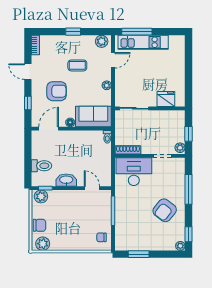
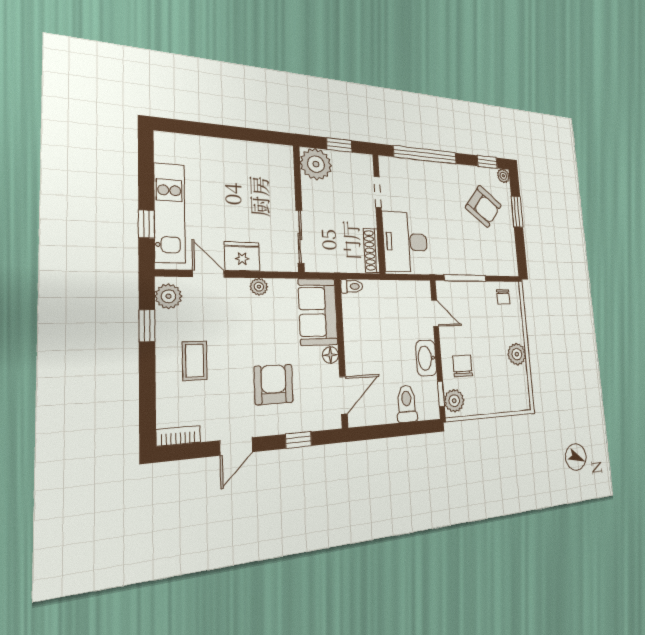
window: (73, 32) -> (147, 326), moved
window: (137, 32) -> (146, 224), width x0.46
coffee table: (77, 65) -> (195, 361), moved
fridge: (166, 99) -> (242, 256), moved, turned 90
door: (49, 129) -> (343, 395), swing flipped
plant: (180, 148) -> (316, 164), moved, width x1.87, depth x1.87
door: (92, 188) -> (435, 313), swing flipped
window: (189, 189) -> (425, 155), width x1.46
armchair: (165, 210) -> (483, 206), moved
chair: (39, 225) -> (462, 366), moved
plant: (43, 244) -> (517, 354), moved
window: (139, 254) -> (517, 212), moved

